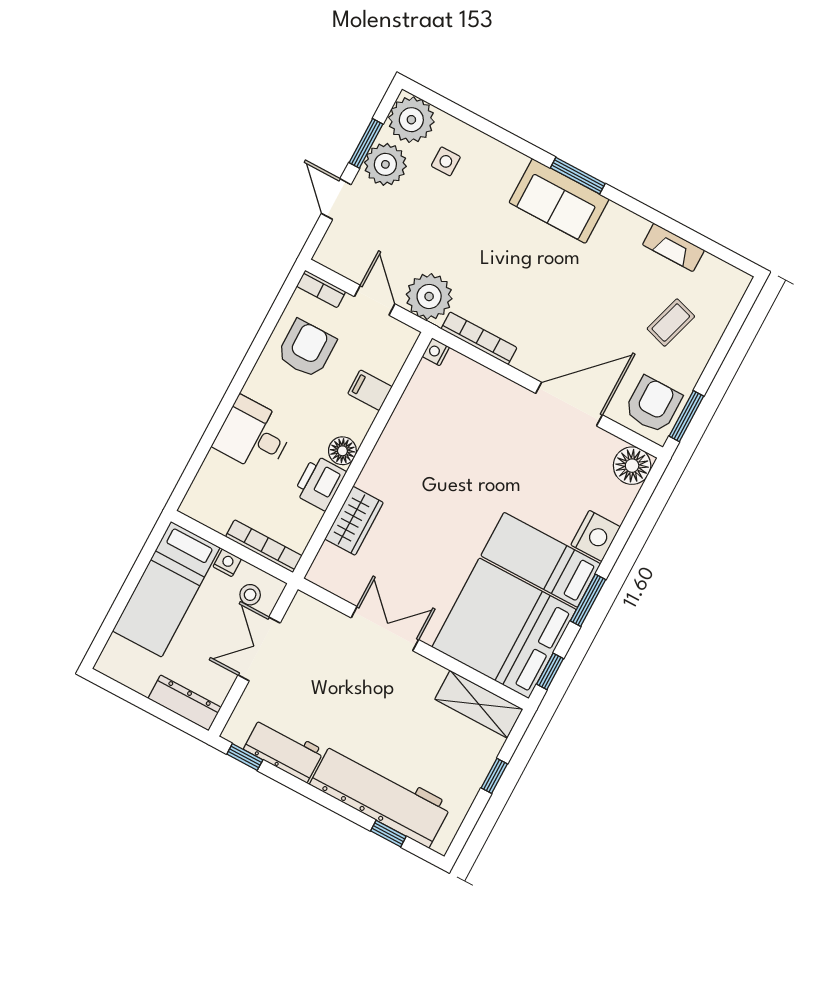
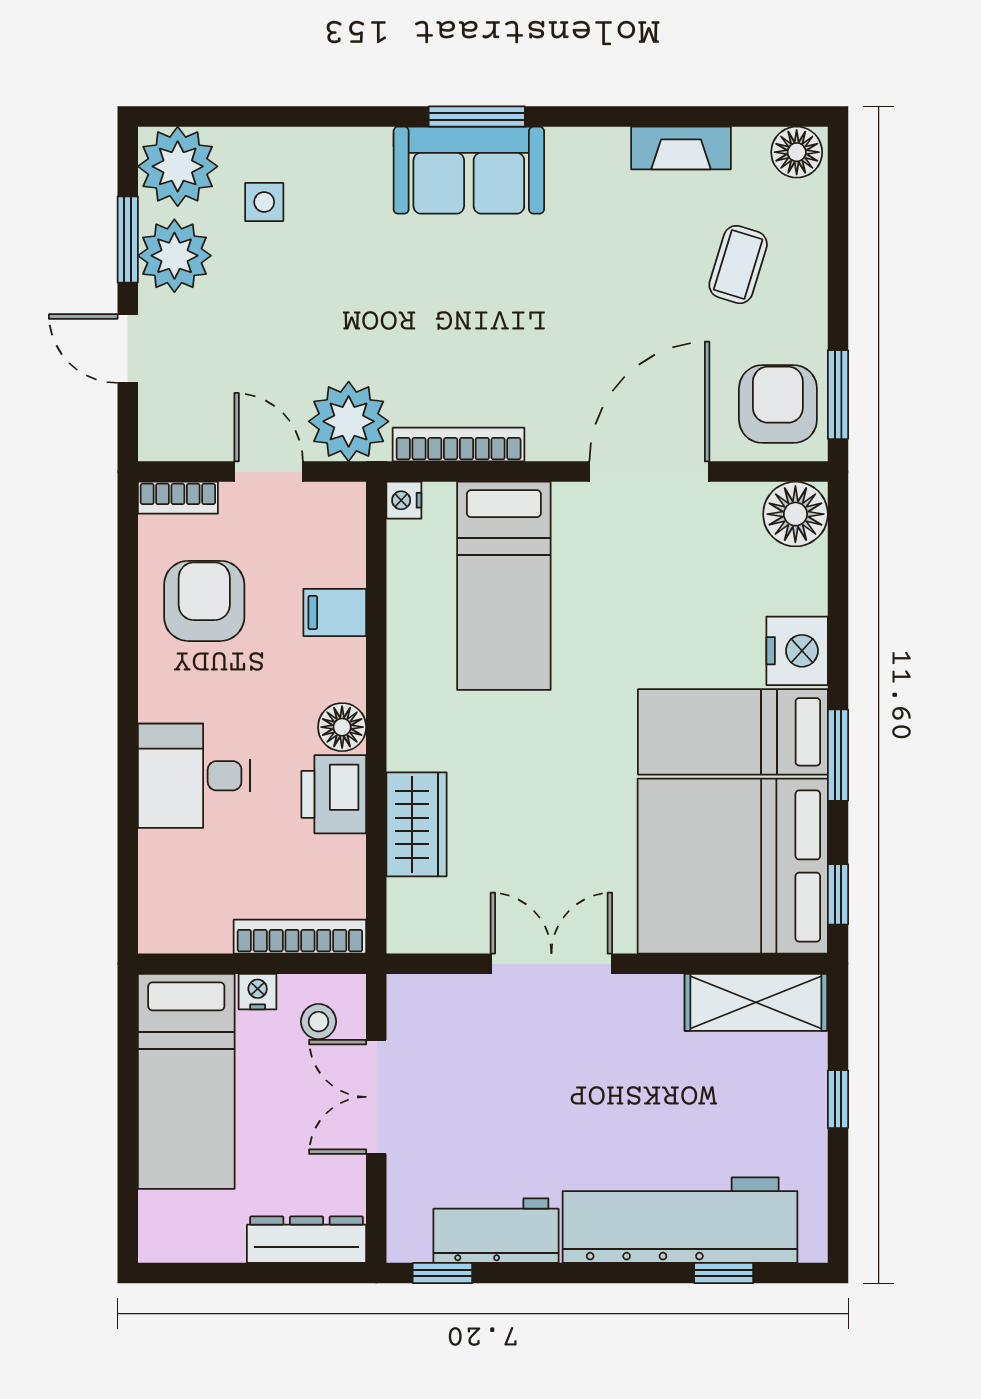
floor lamp: (731, 281) -> (797, 152), added
bed: (464, 423) -> (504, 586), added

